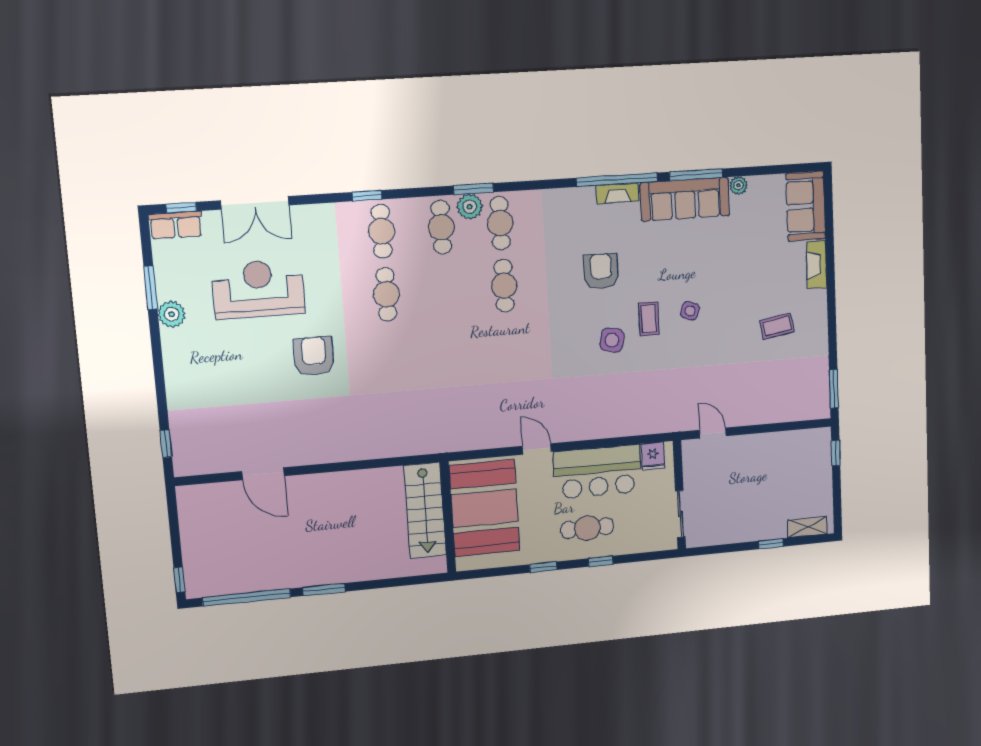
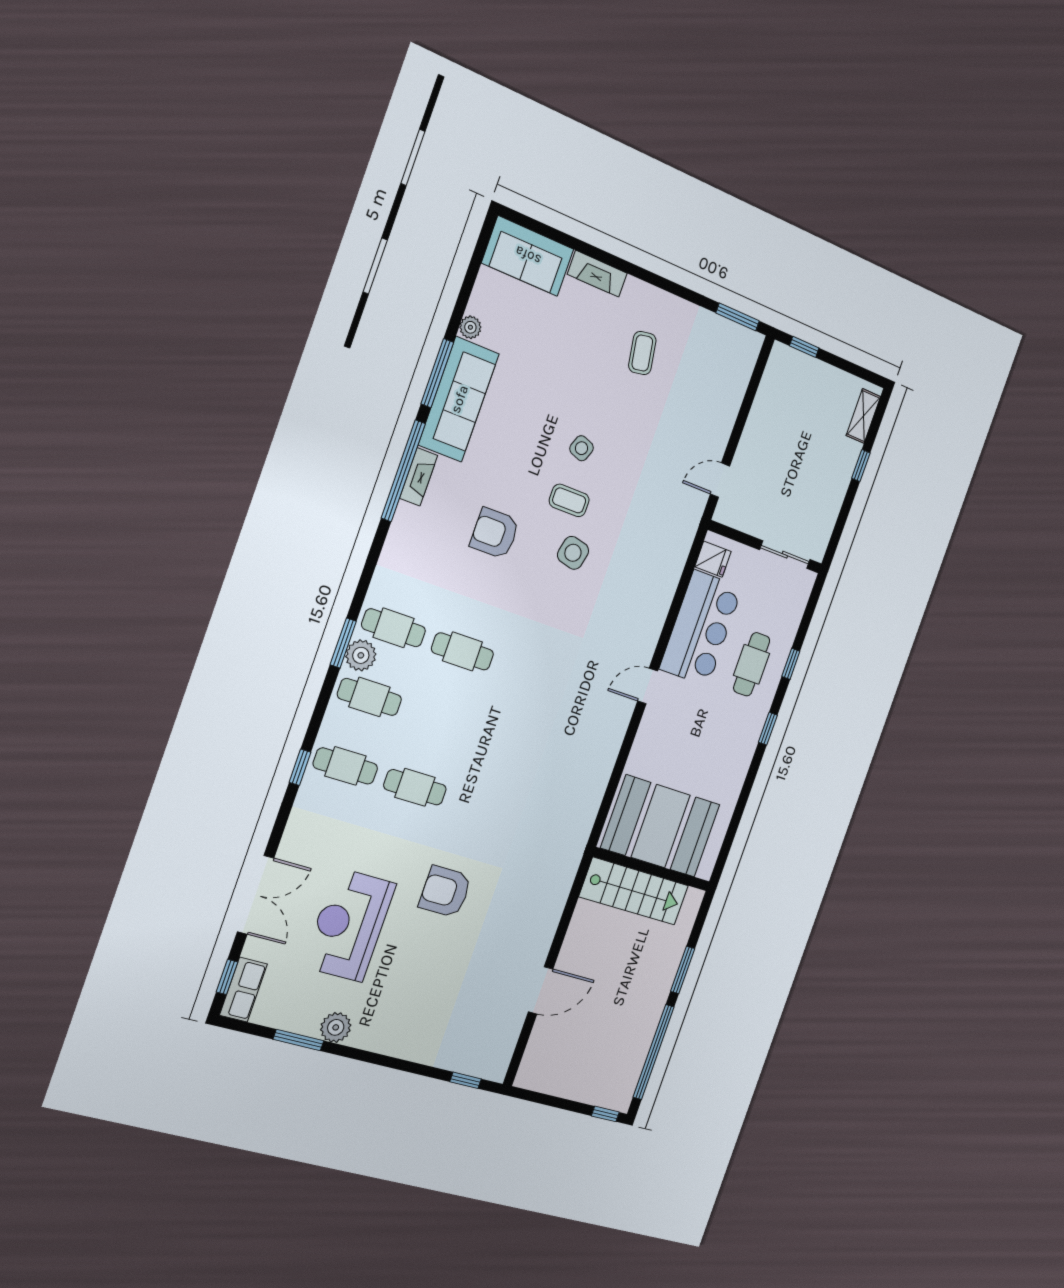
booth: (485, 508) -> (661, 826), moved
stairs: (425, 510) -> (634, 891), moved
wall: (448, 517) -> (652, 869), moved

